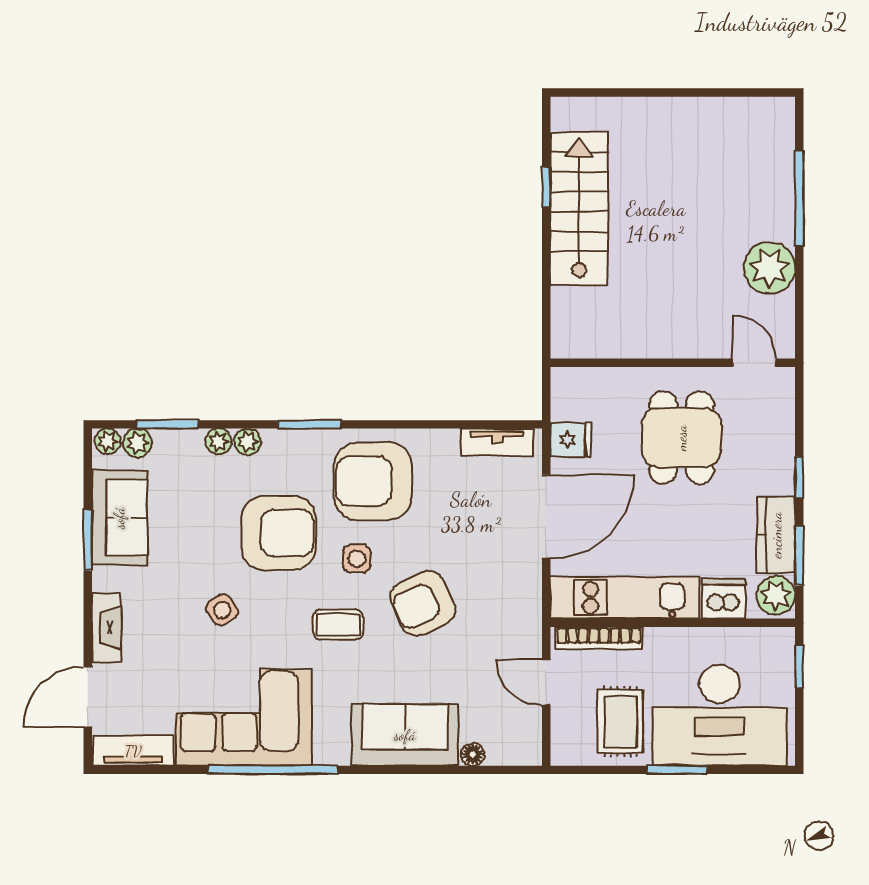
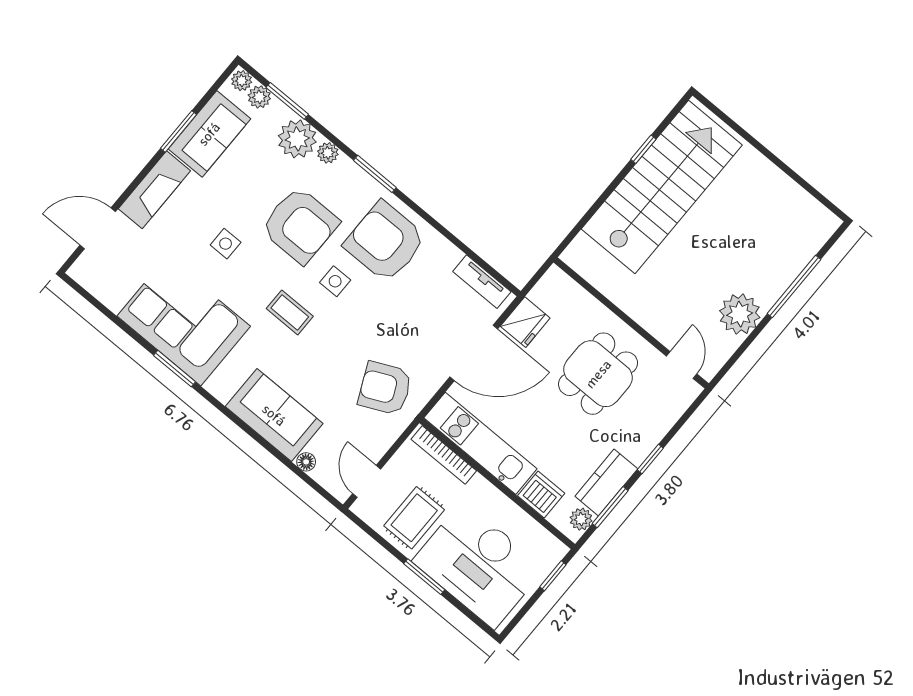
stairs: (579, 209) -> (662, 187), width x1.36, depth x1.51
fridge: (571, 440) -> (525, 322), width x1.38
plant: (219, 441) -> (297, 139), width x1.87, depth x1.87
plant: (776, 595) -> (581, 519), width x0.73, depth x0.73
armchair: (423, 603) -> (385, 388), moved
side table: (222, 610) -> (226, 244), turned 35
fireplace: (107, 628) -> (154, 190), width x1.37, depth x1.32
door: (546, 683) -> (367, 481), moved
tv unit: (133, 751) -> (98, 285), removed
window: (273, 770) -> (174, 369), width x0.47

